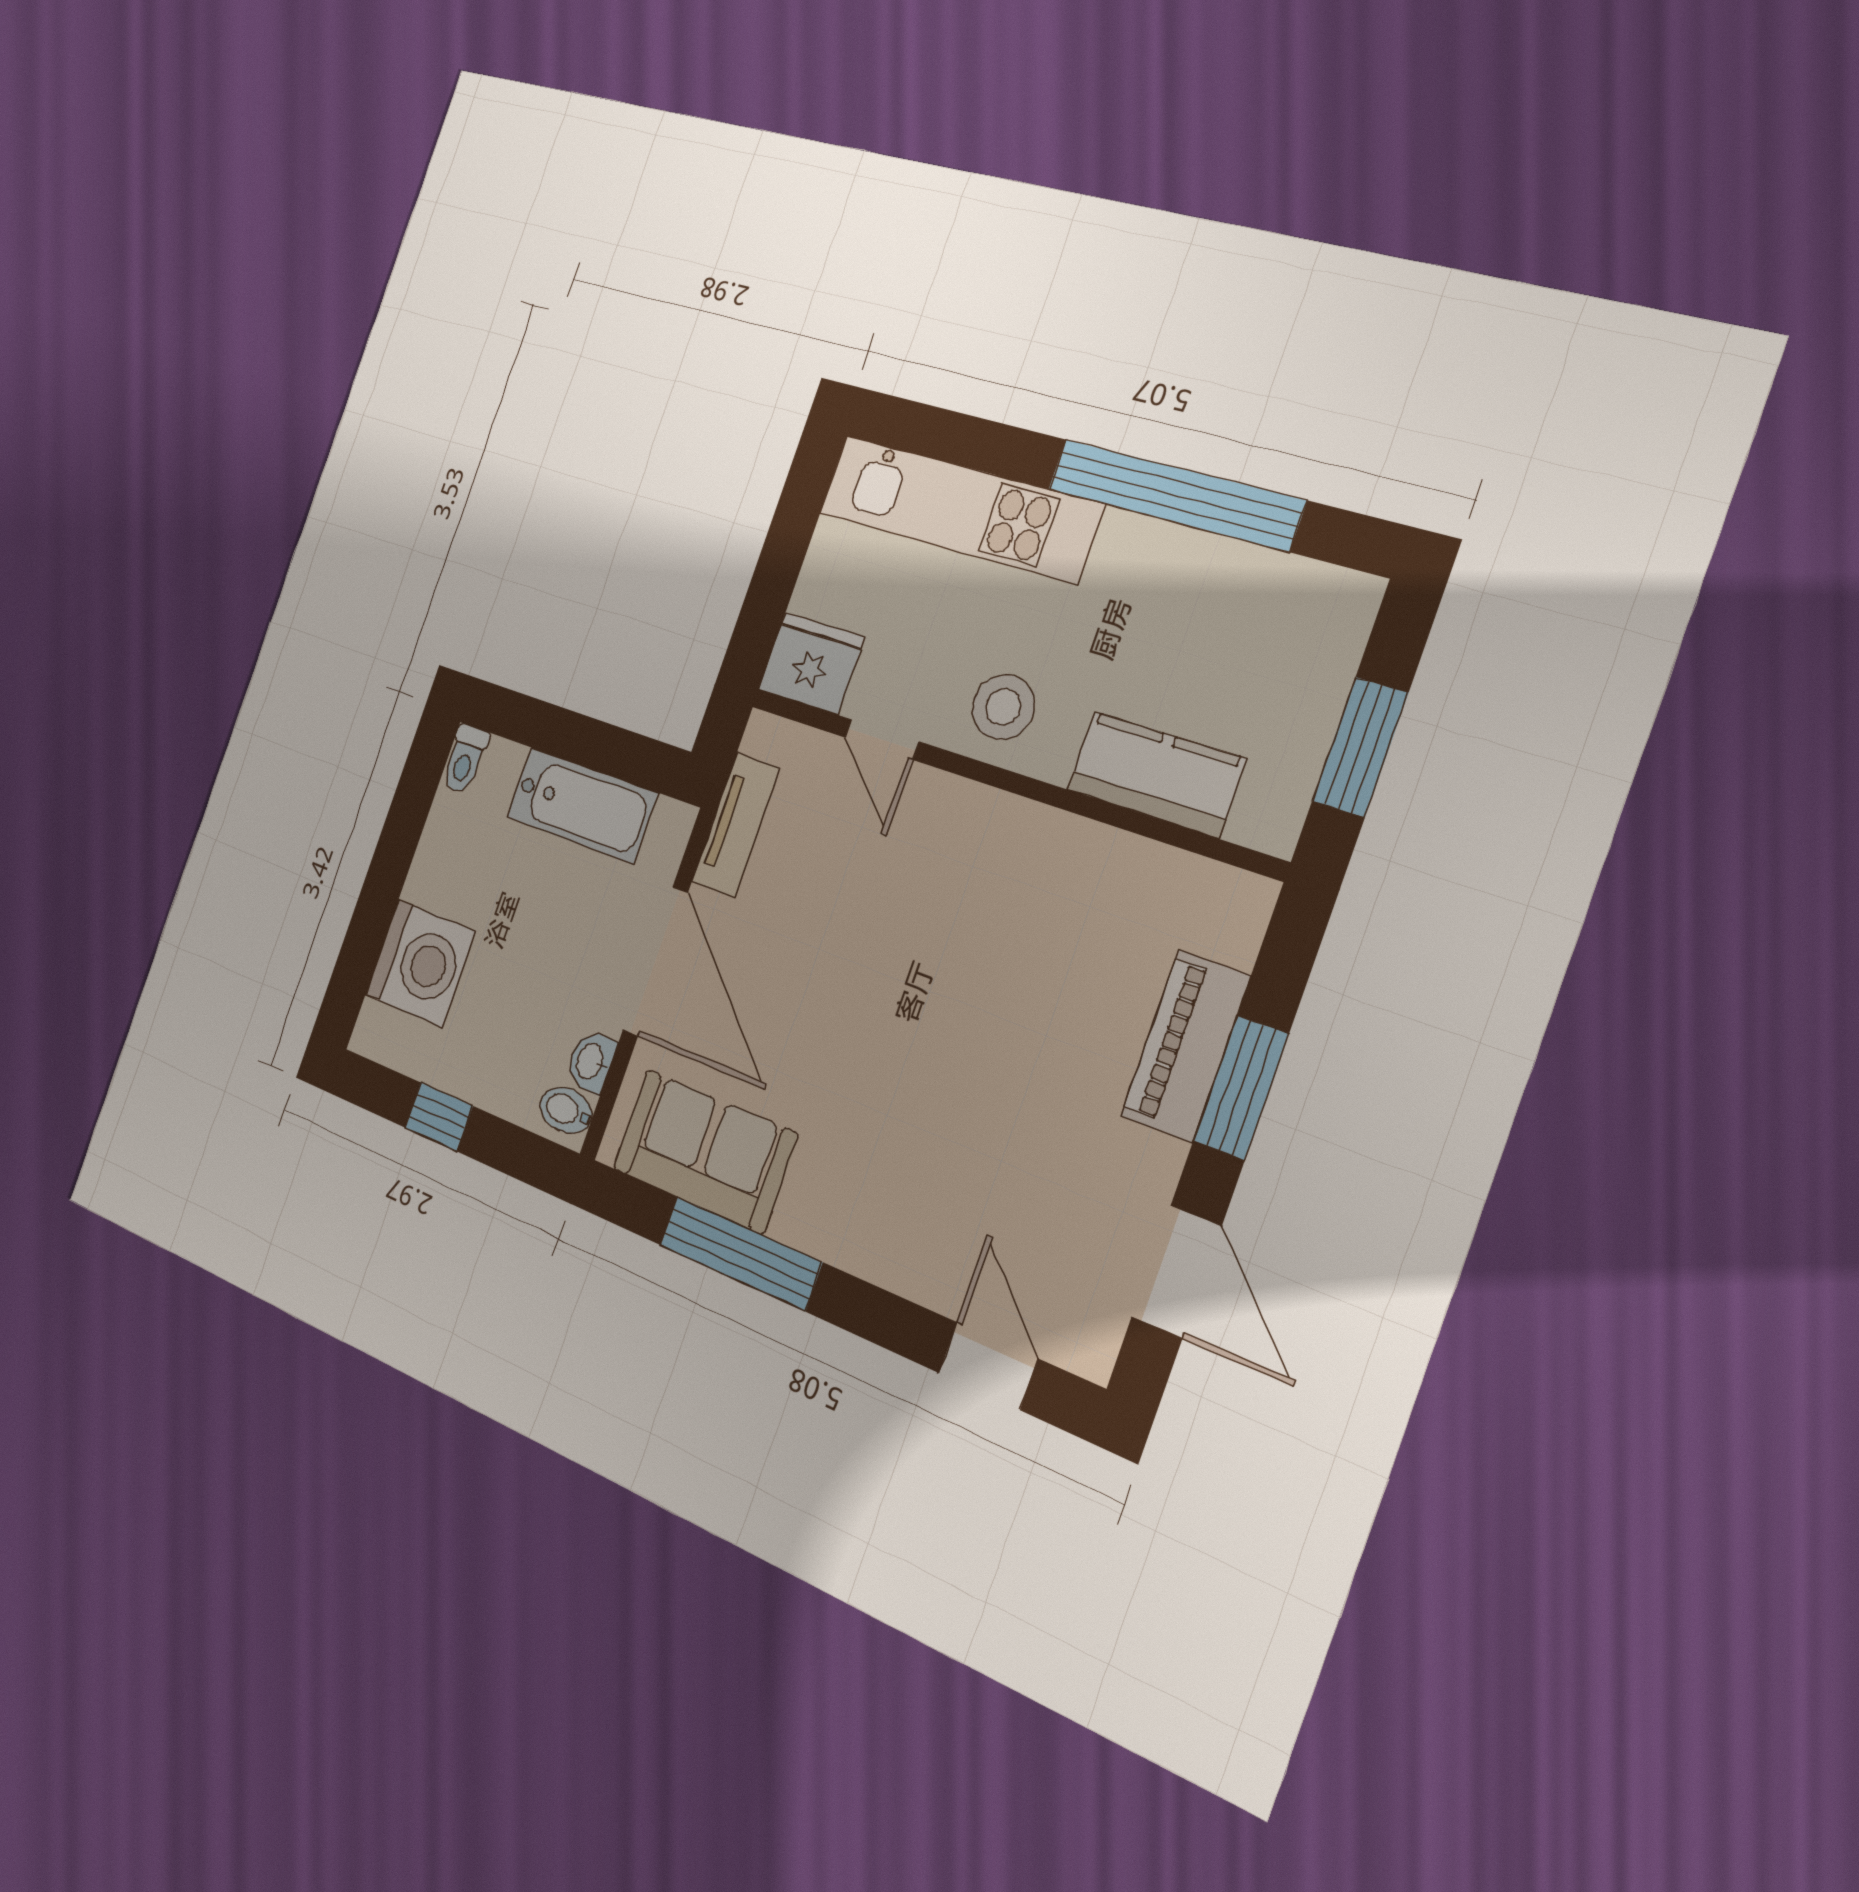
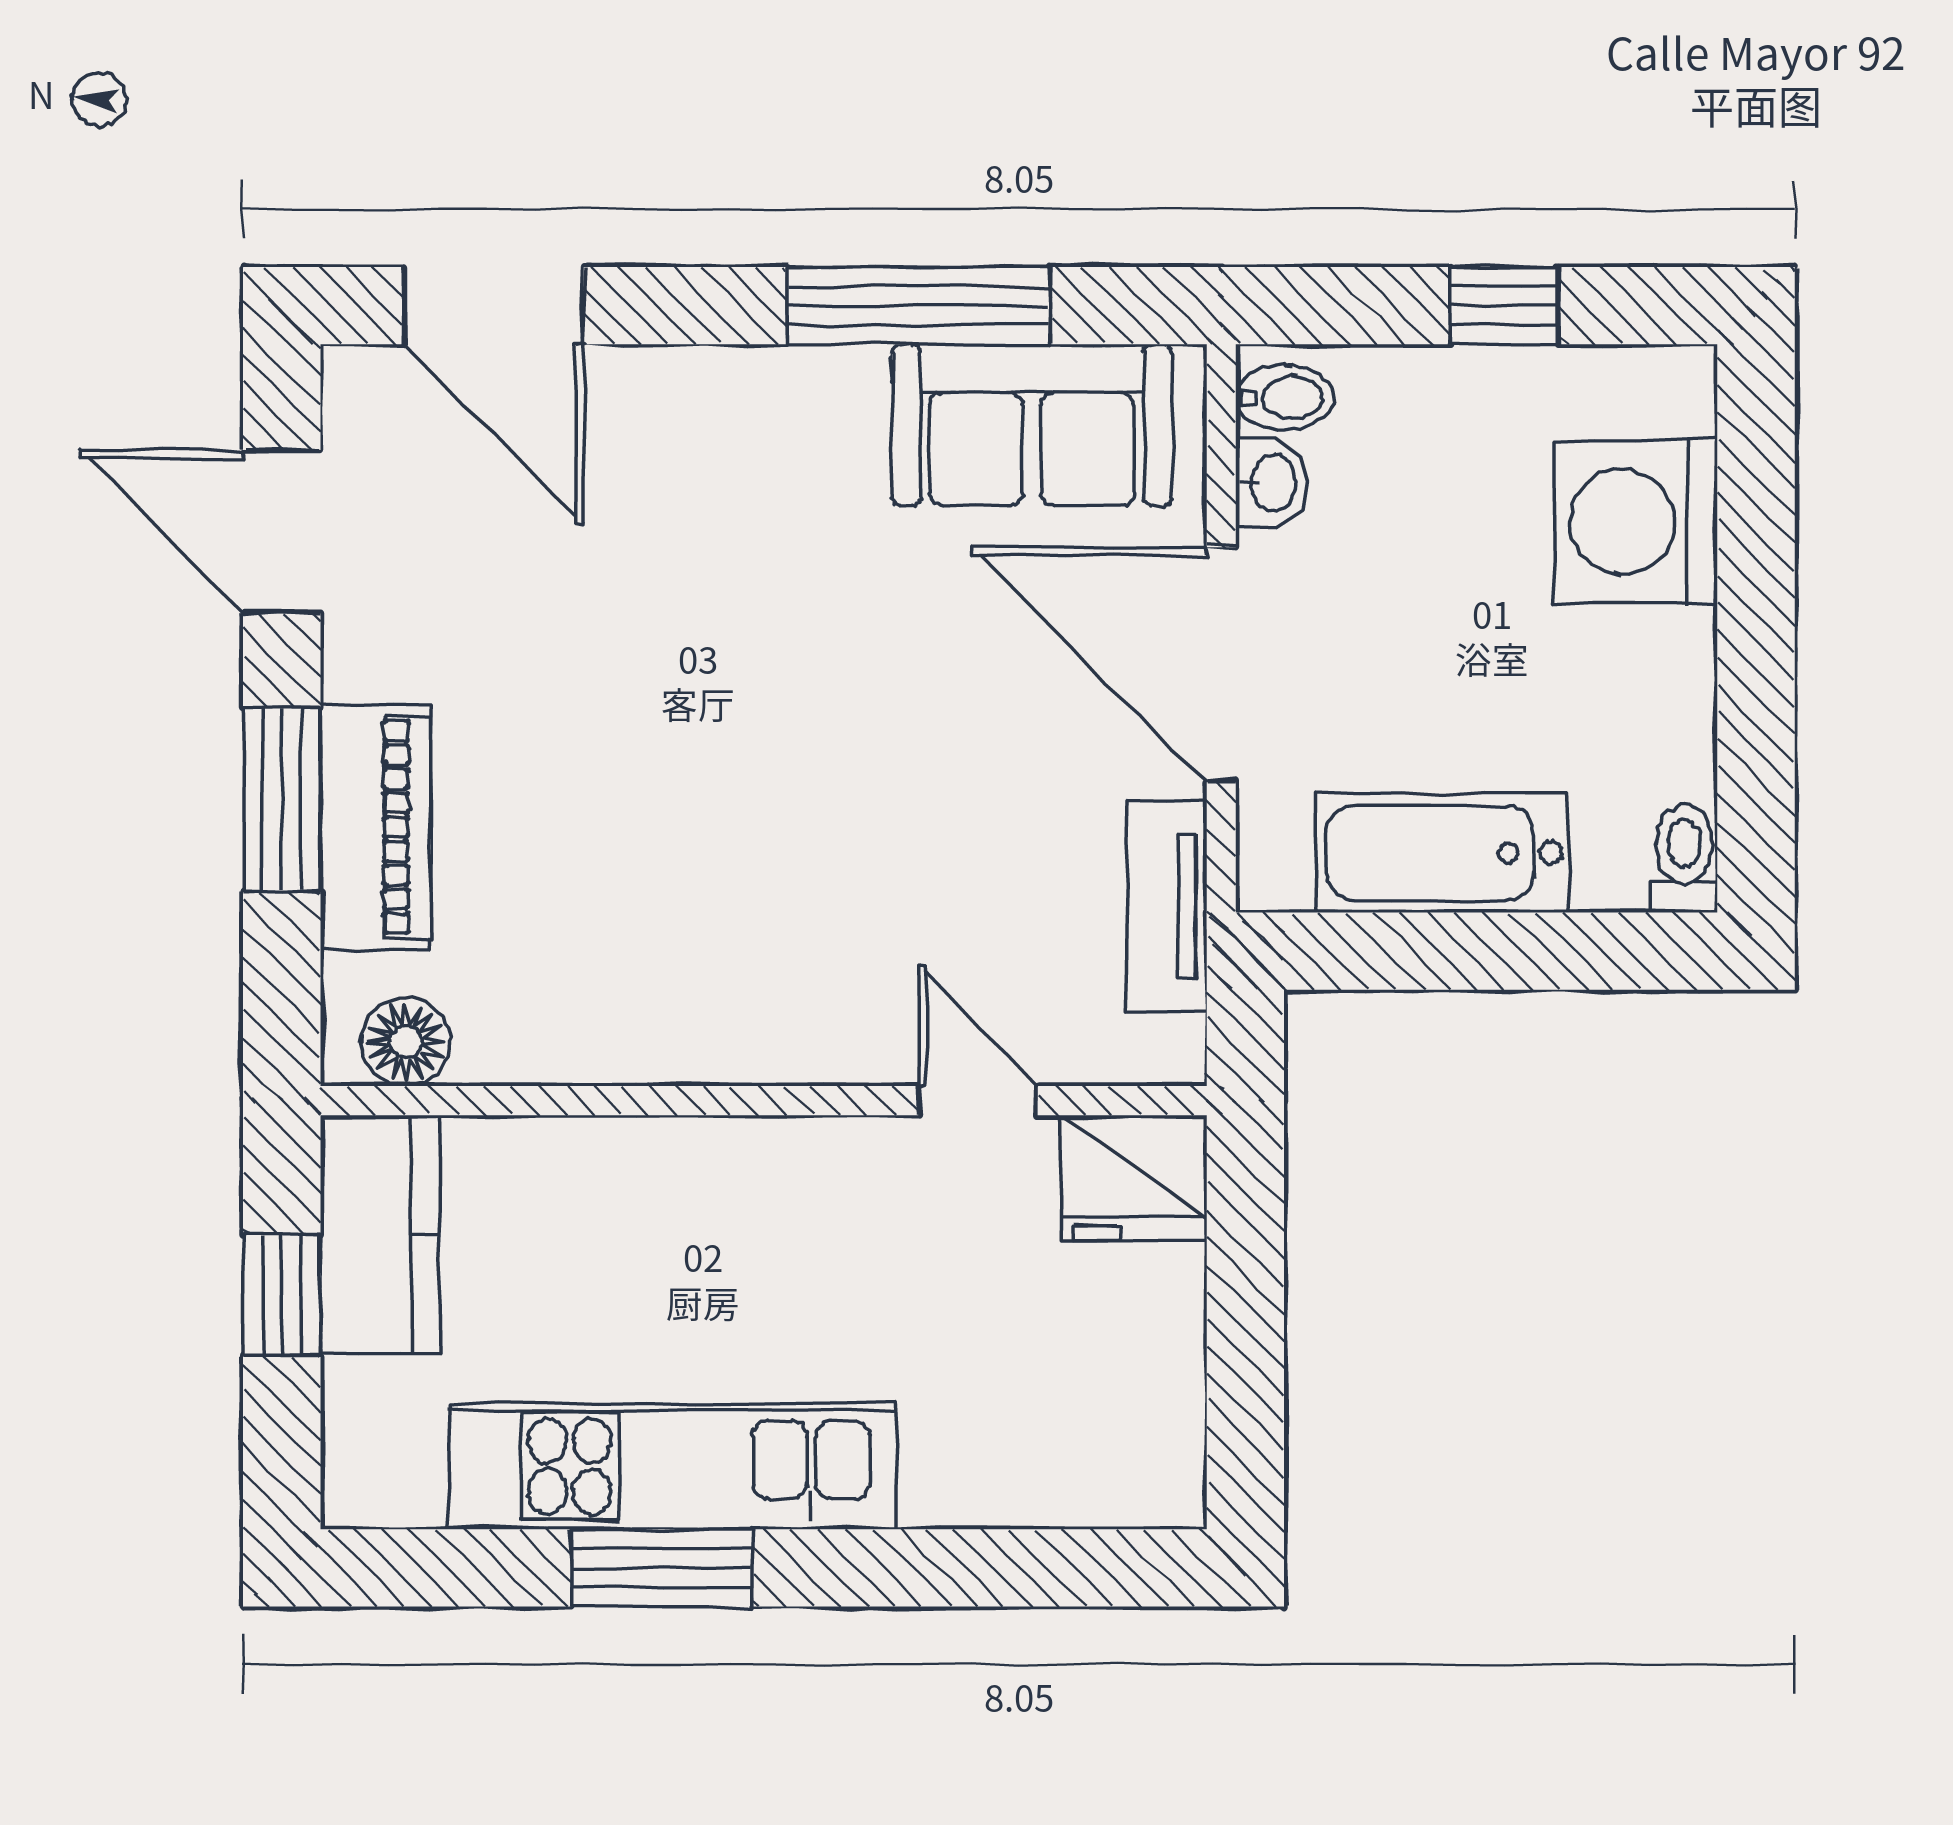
window: (1175, 495) -> (662, 1568), width x0.47
kitchen unit: (959, 509) -> (673, 1466), moved
stool: (1003, 707) -> (807, 1202), removed
window: (1360, 747) -> (282, 1295), width x0.67
kitchen counter: (1156, 774) -> (380, 1234), moved, turned -90
floor lamp: (1217, 893) -> (406, 1042), added
door: (988, 1366) -> (494, 306), width x1.38

